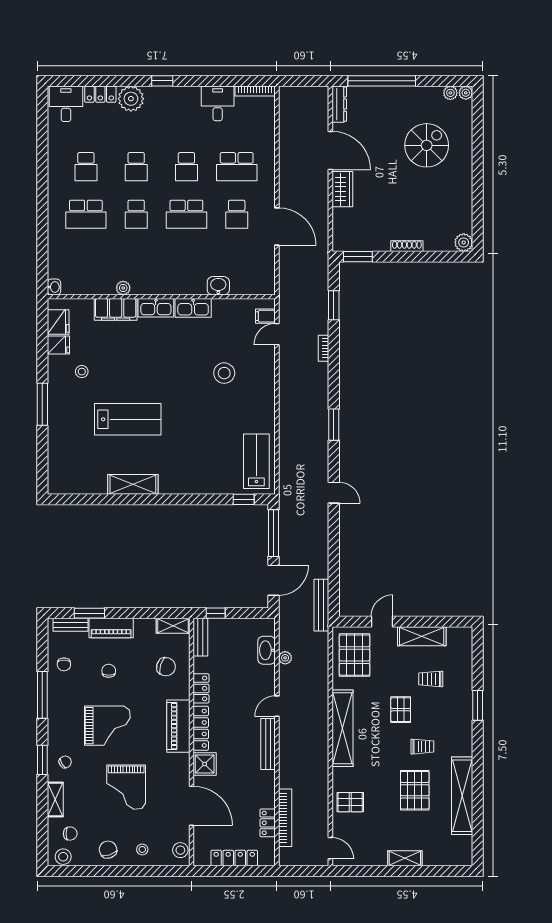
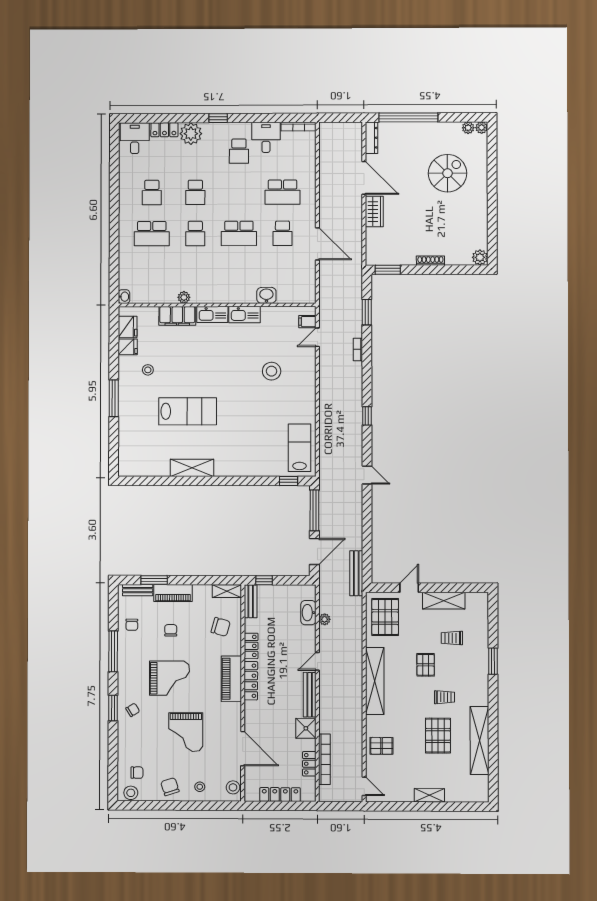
school desk: (186, 167) -> (239, 151), moved
window: (334, 425) -> (367, 416), width x0.67
shower: (205, 764) -> (306, 728), moved
shelving: (55, 799) -> (124, 743), removed

